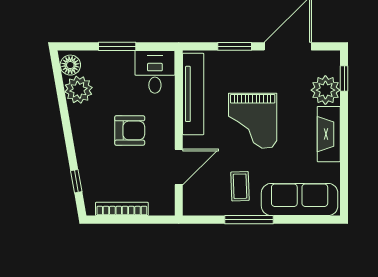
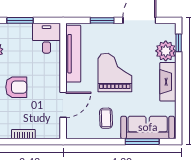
grand piano: (253, 121) -> (115, 72), turned 180
armchair: (130, 130) -> (16, 87), moved
bookcase: (122, 209) -> (23, 134), width x0.64
window: (249, 220) -> (142, 142), moved

